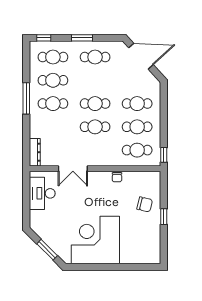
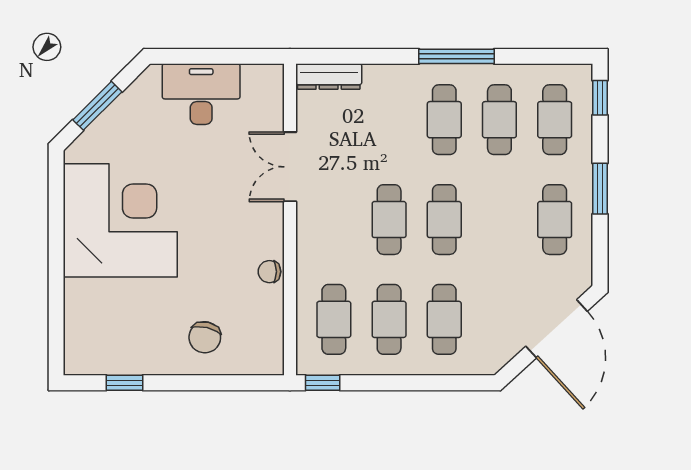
desk: (42, 193) -> (201, 94), moved
window: (164, 217) -> (124, 383), moved

